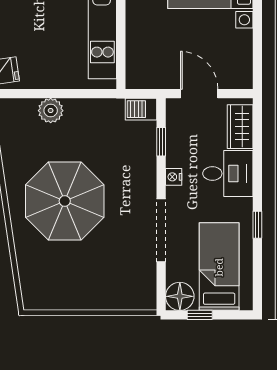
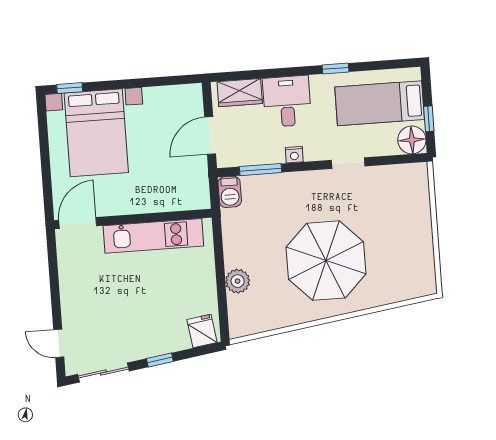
window: (161, 142) -> (260, 170), width x1.50
doorway: (161, 230) -> (348, 163), width x0.53

